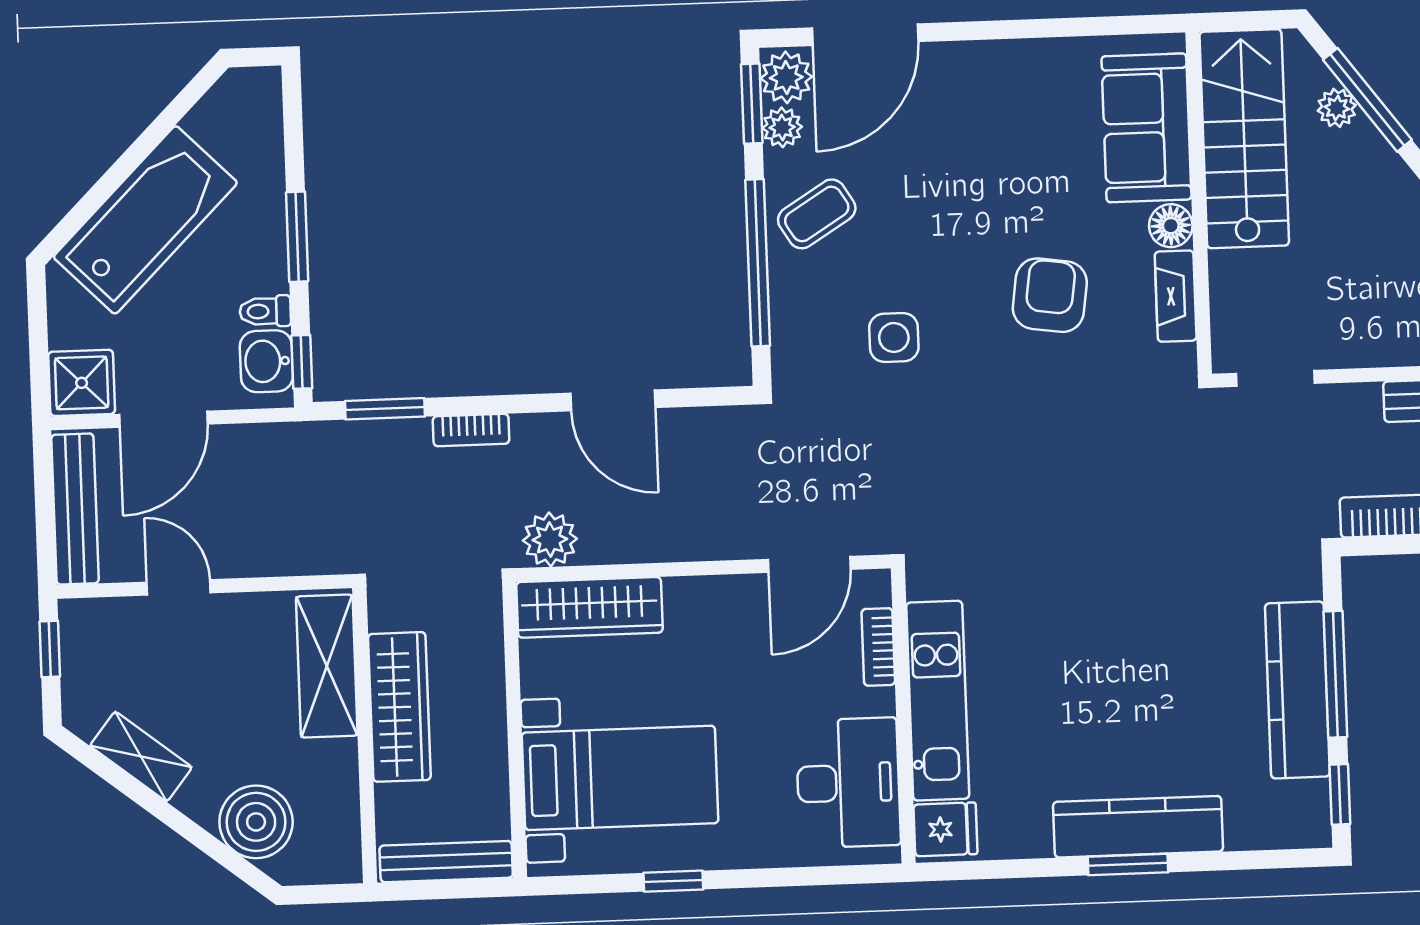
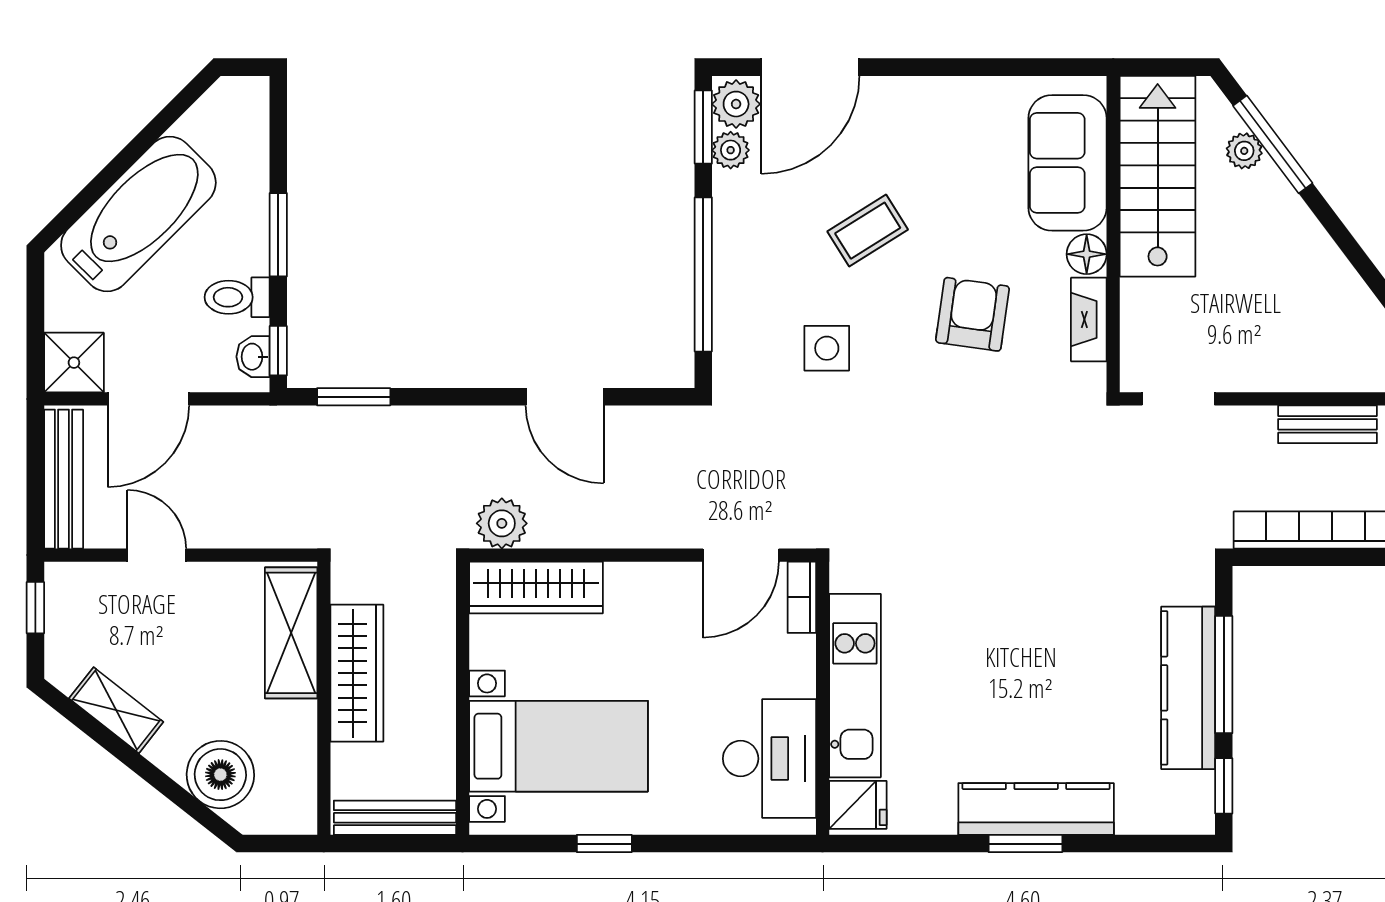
coffee table: (817, 214) -> (868, 231), moved
toilet: (265, 311) -> (237, 297), width x1.37, depth x1.39
washbasin: (266, 361) -> (253, 357), width x0.72, depth x0.69
bookcase: (471, 430) -> (433, 419), removed
bookcase: (878, 647) -> (802, 597), moved

